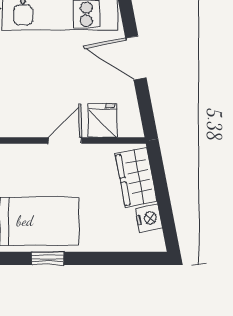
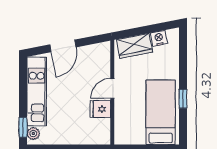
fridge: (103, 120) -> (100, 109), moved
door: (65, 140) -> (112, 88), hinge flipped

